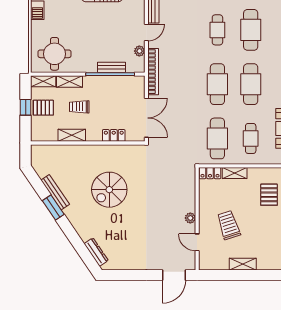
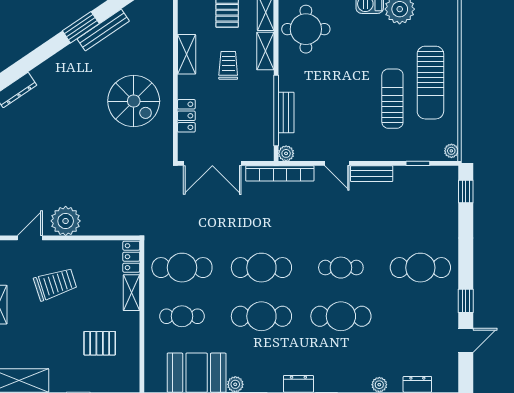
plant: (139, 51) -> (286, 153), moved
spiral stairs: (109, 190) -> (134, 101), moved, turned 180
plant: (190, 218) -> (66, 221), width x1.88, depth x1.88

